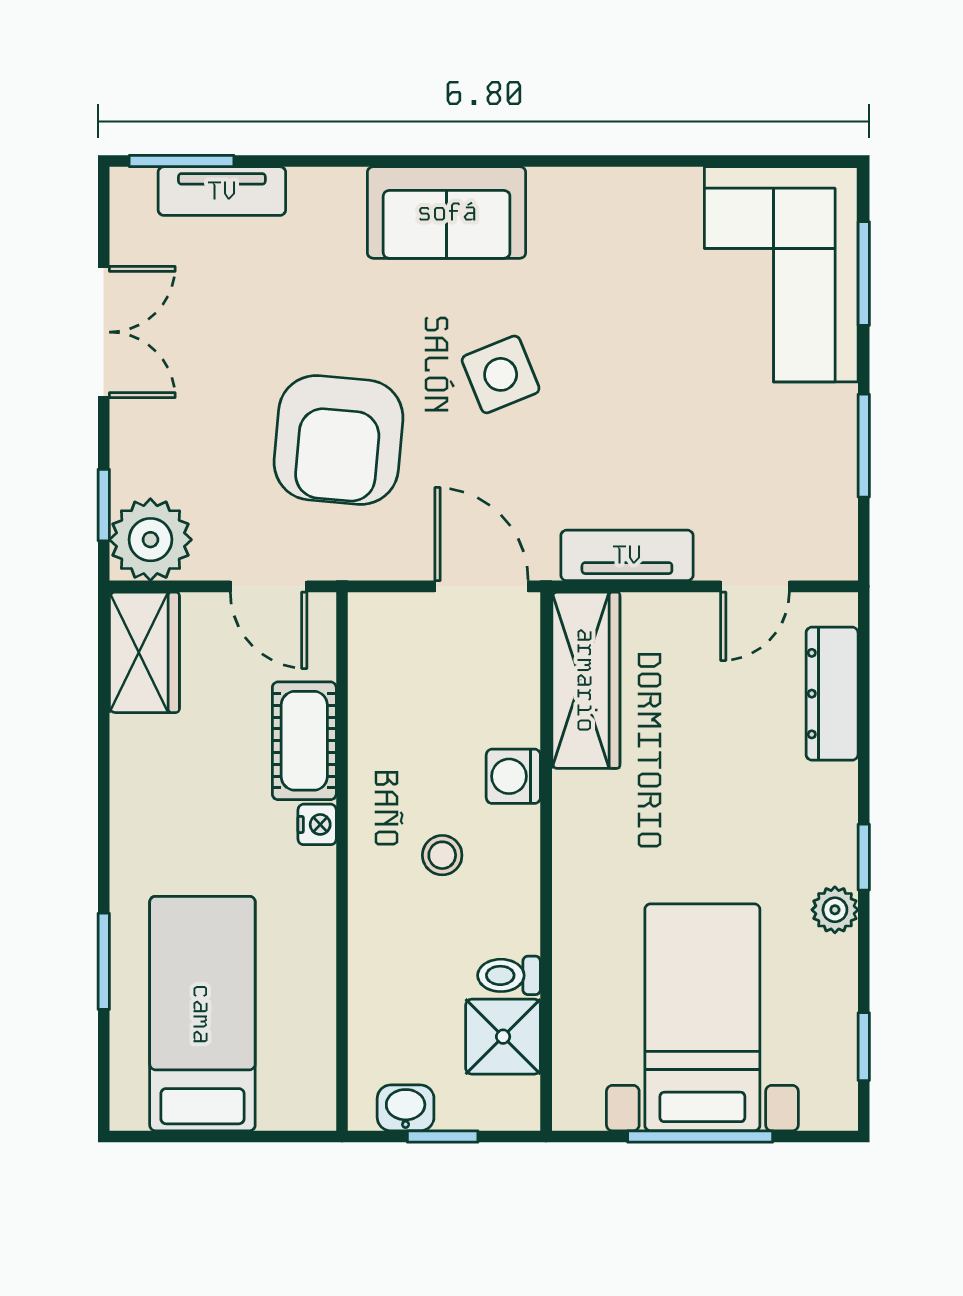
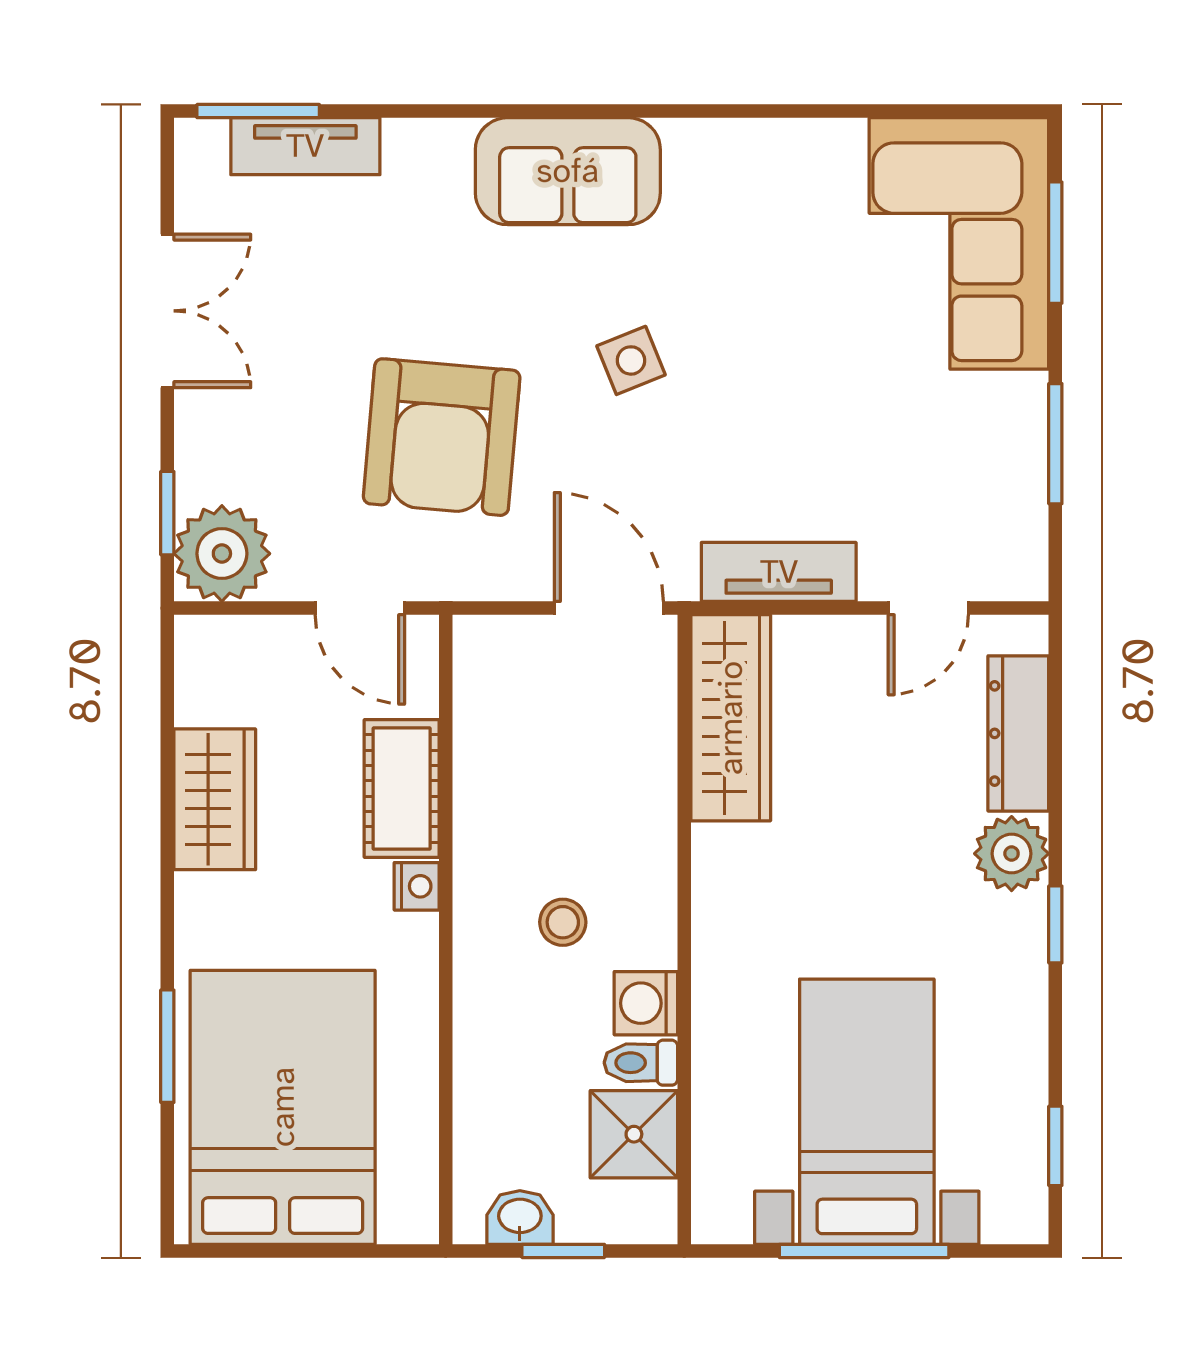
side table: (501, 374) -> (631, 360), width x0.73, depth x0.73
wardrobe: (144, 652) -> (215, 799), moved
washing machine: (513, 776) -> (646, 1003), moved
plant: (835, 910) -> (1012, 854), moved, width x1.38, depth x1.38
bed: (202, 1014) -> (283, 1107), width x1.50

